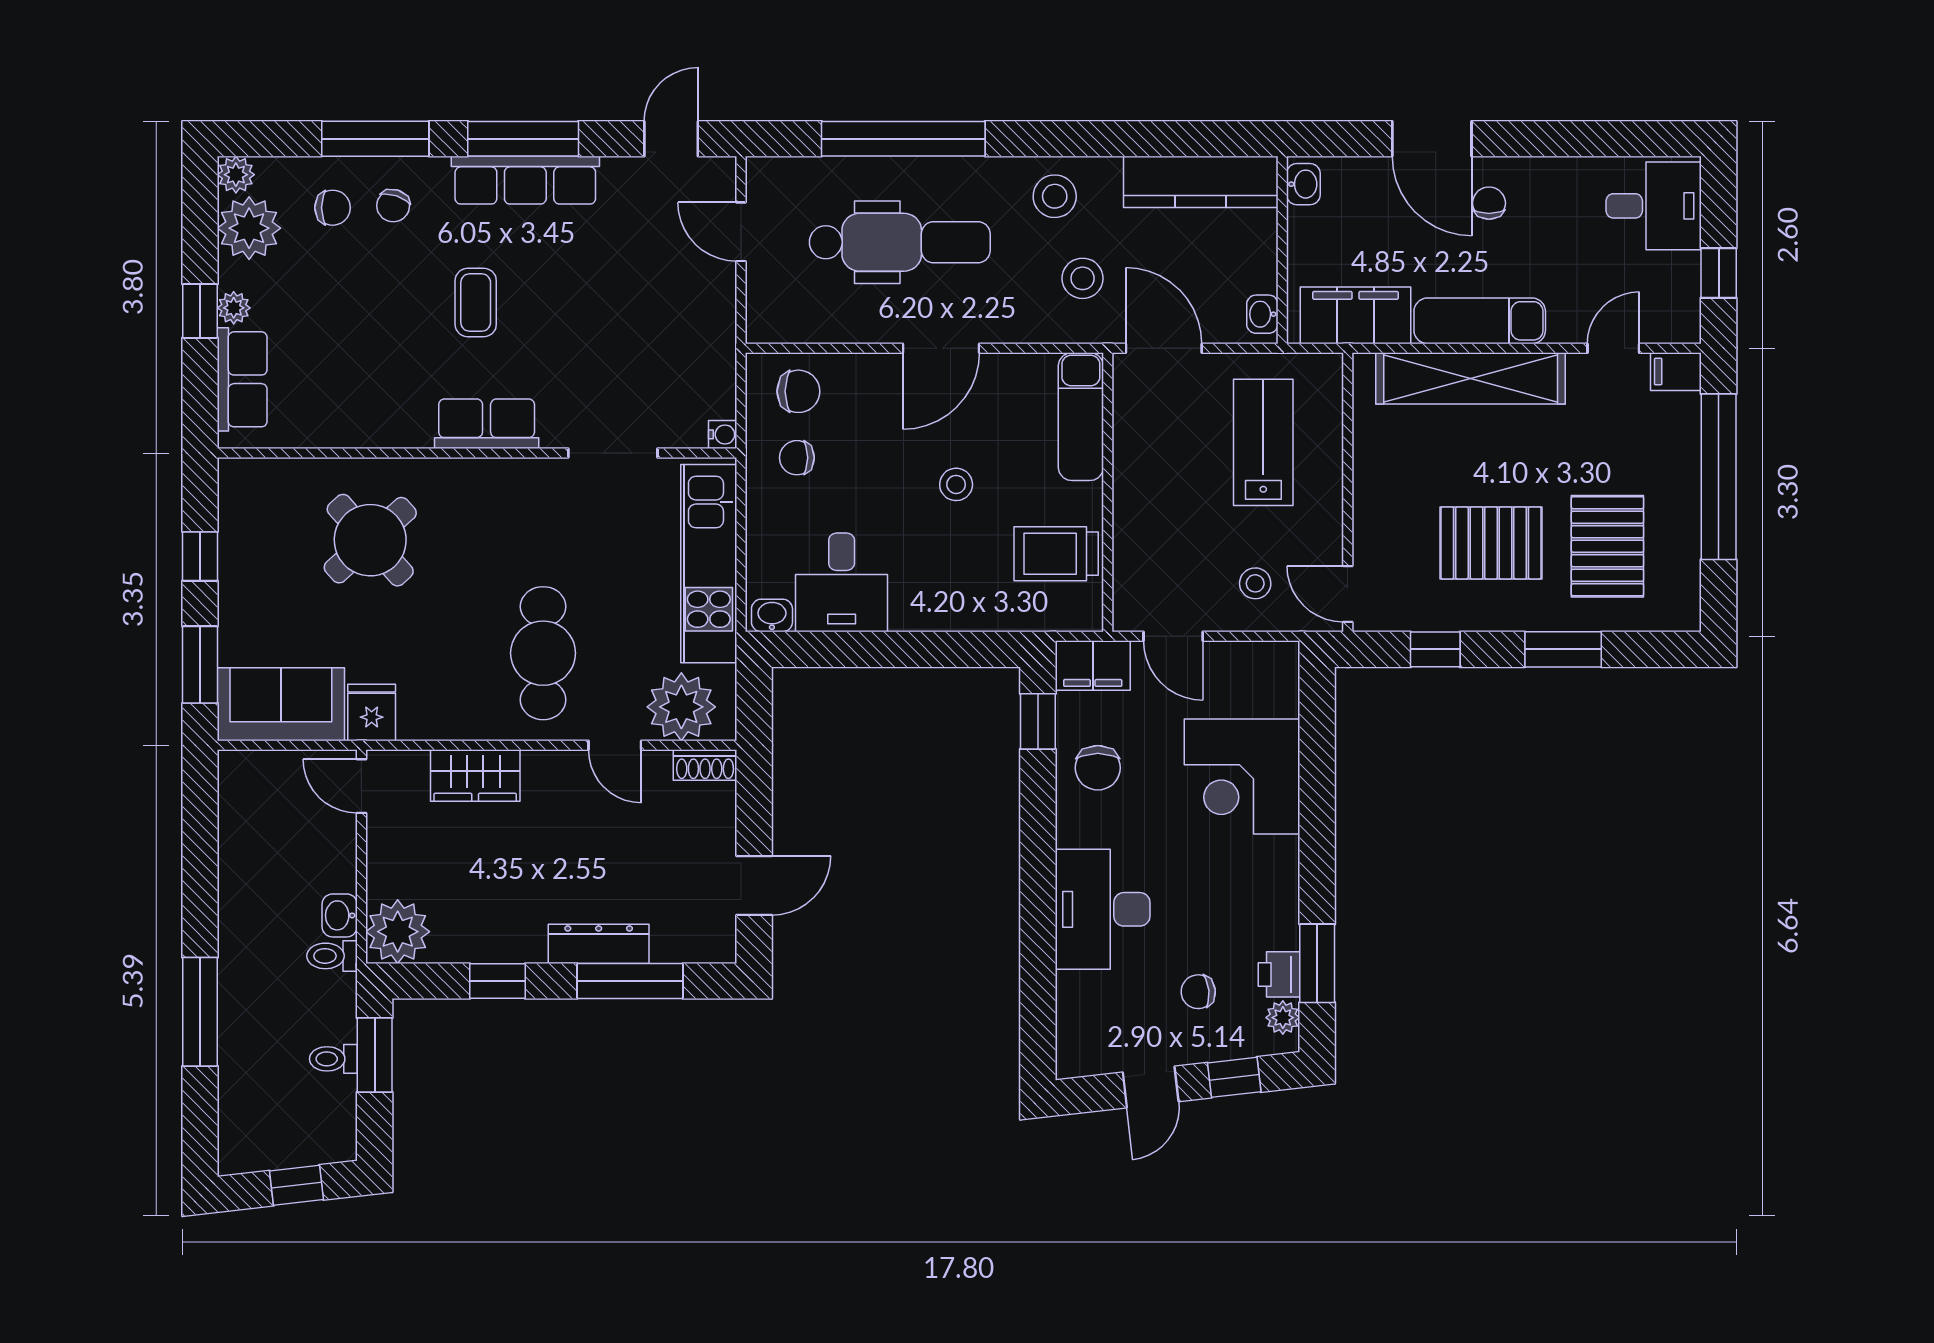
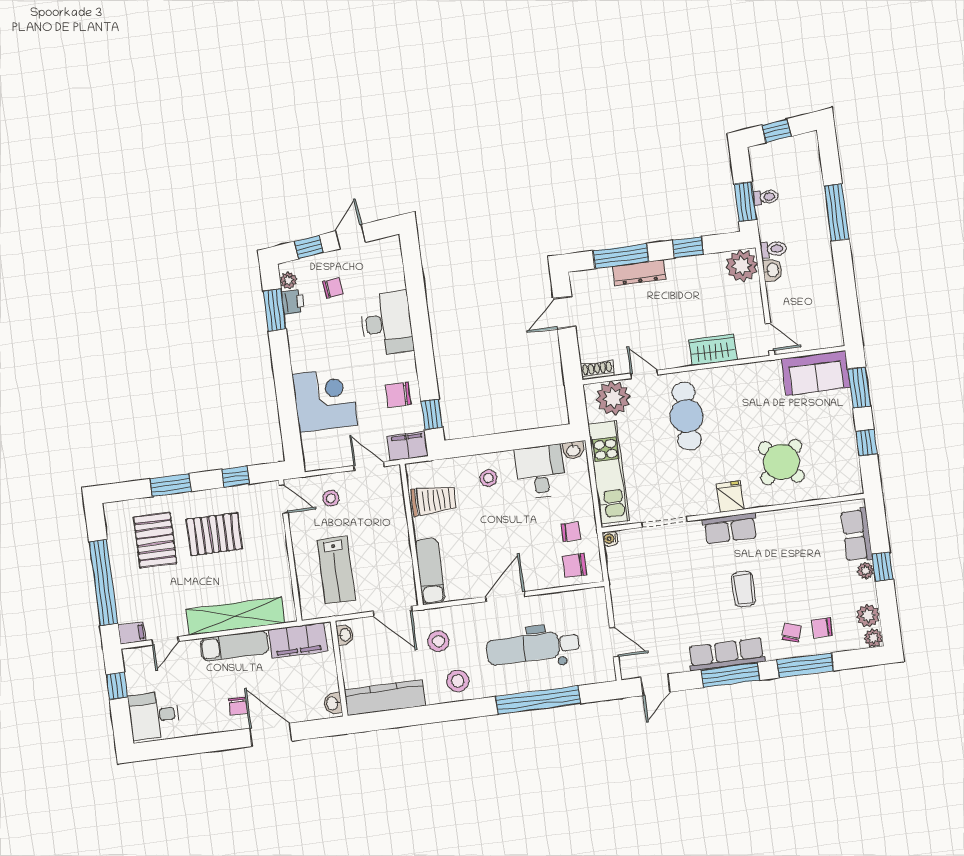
plant: (249, 228) -> (868, 616), width x0.73, depth x0.73
stool: (956, 484) -> (489, 478), moved
fridge: (372, 713) -> (730, 497), moved, turned 180
chair: (1098, 768) -> (398, 395), turned -90

